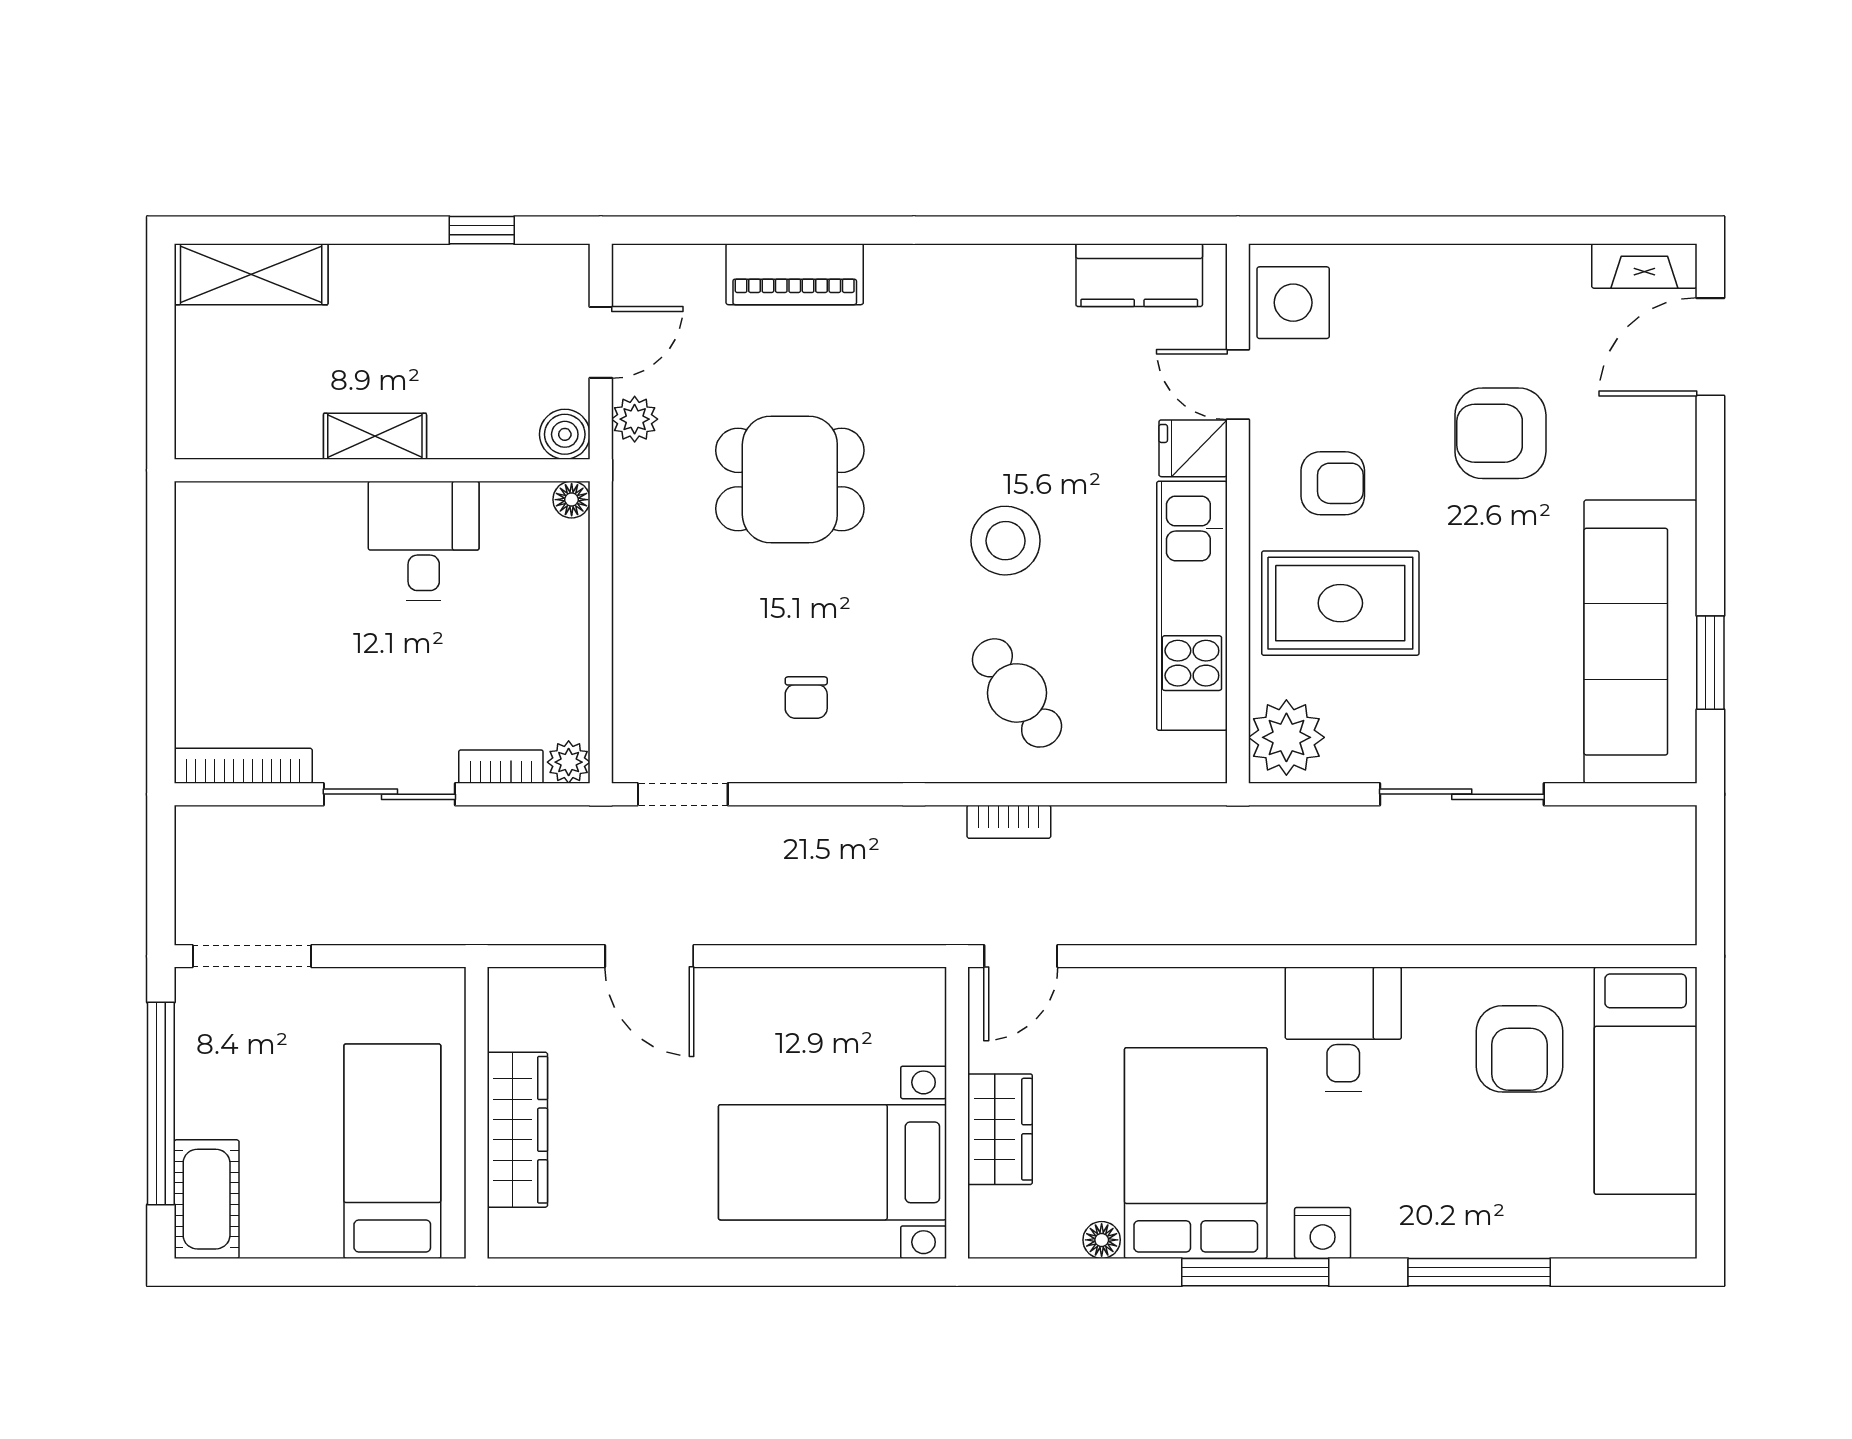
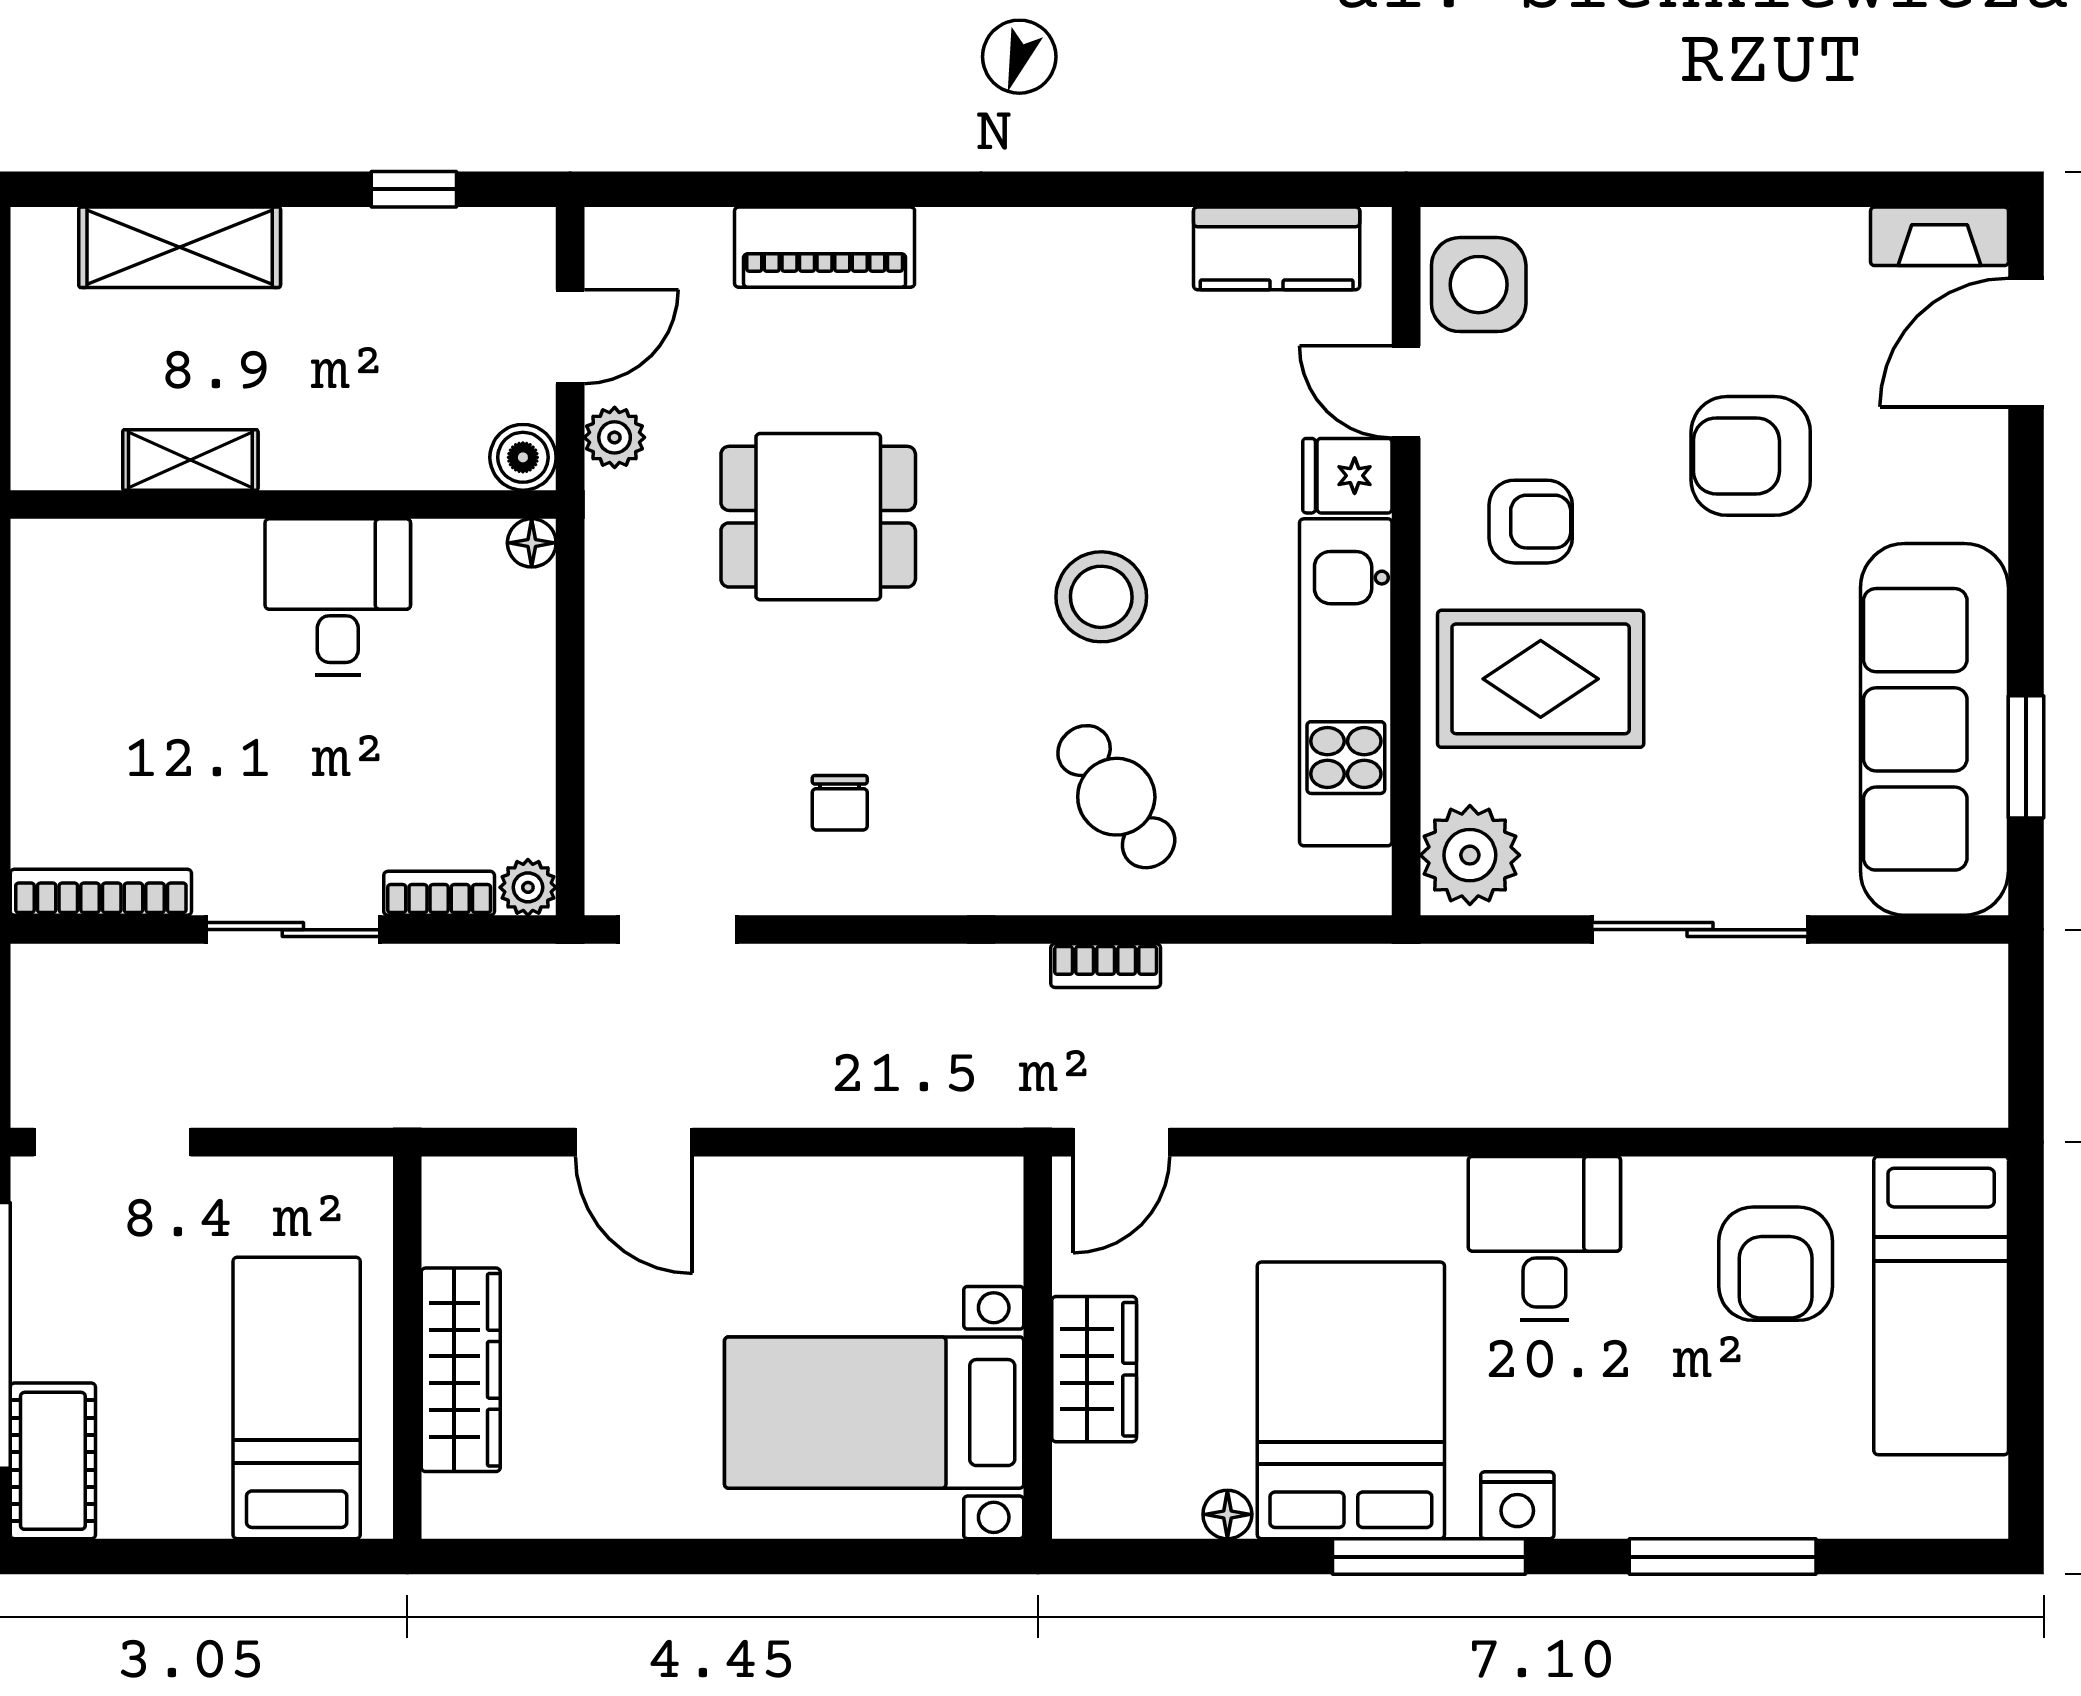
shelving: (251, 274) -> (180, 247), moved
shelving: (375, 436) -> (190, 460), moved

